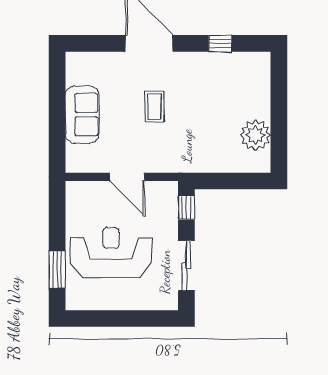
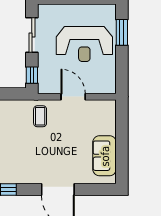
coffee table: (154, 107) -> (40, 116), moved
sofa: (82, 115) -> (105, 156), moved

